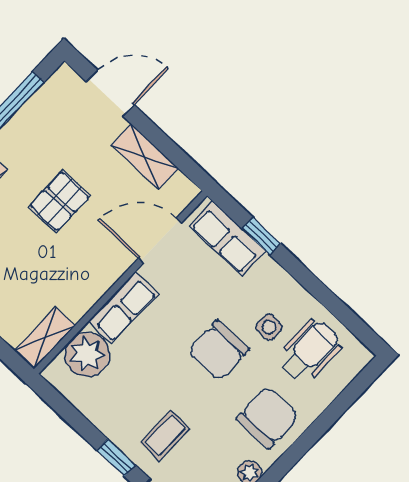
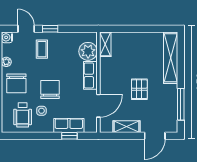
row of seats: (227, 238) -> (69, 125), moved

